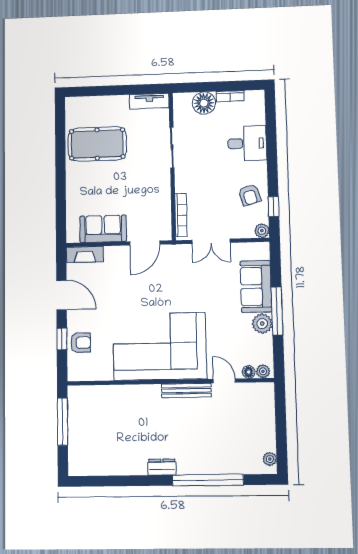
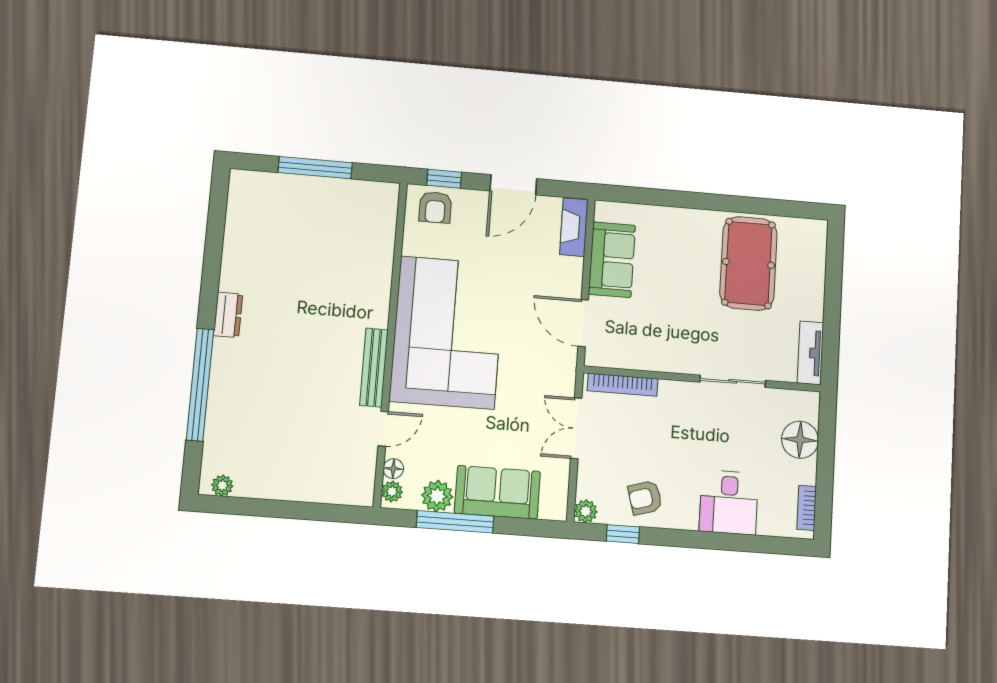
bookcase: (230, 96) -> (807, 508), moved
corner sofa: (160, 346) -> (447, 332), moved
plant: (263, 371) -> (392, 492), moved
floor lamp: (249, 372) -> (393, 469), moved
door: (224, 381) -> (383, 429), moved
wall: (170, 382) -> (390, 343), moved
bench: (186, 391) -> (374, 368), moved

